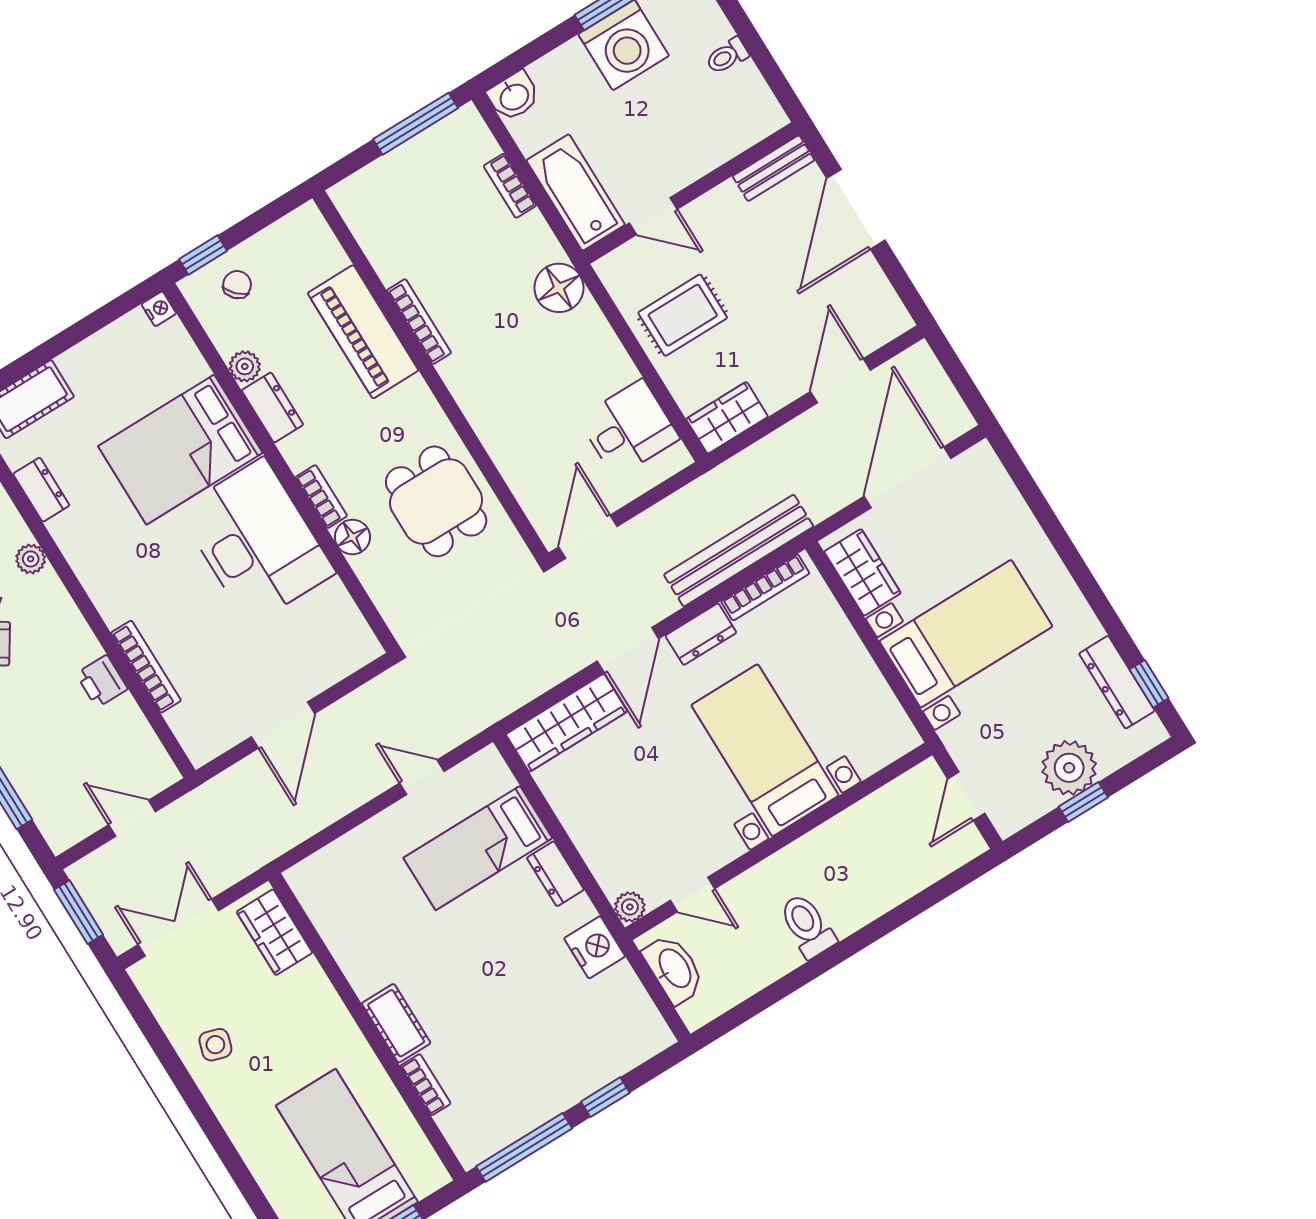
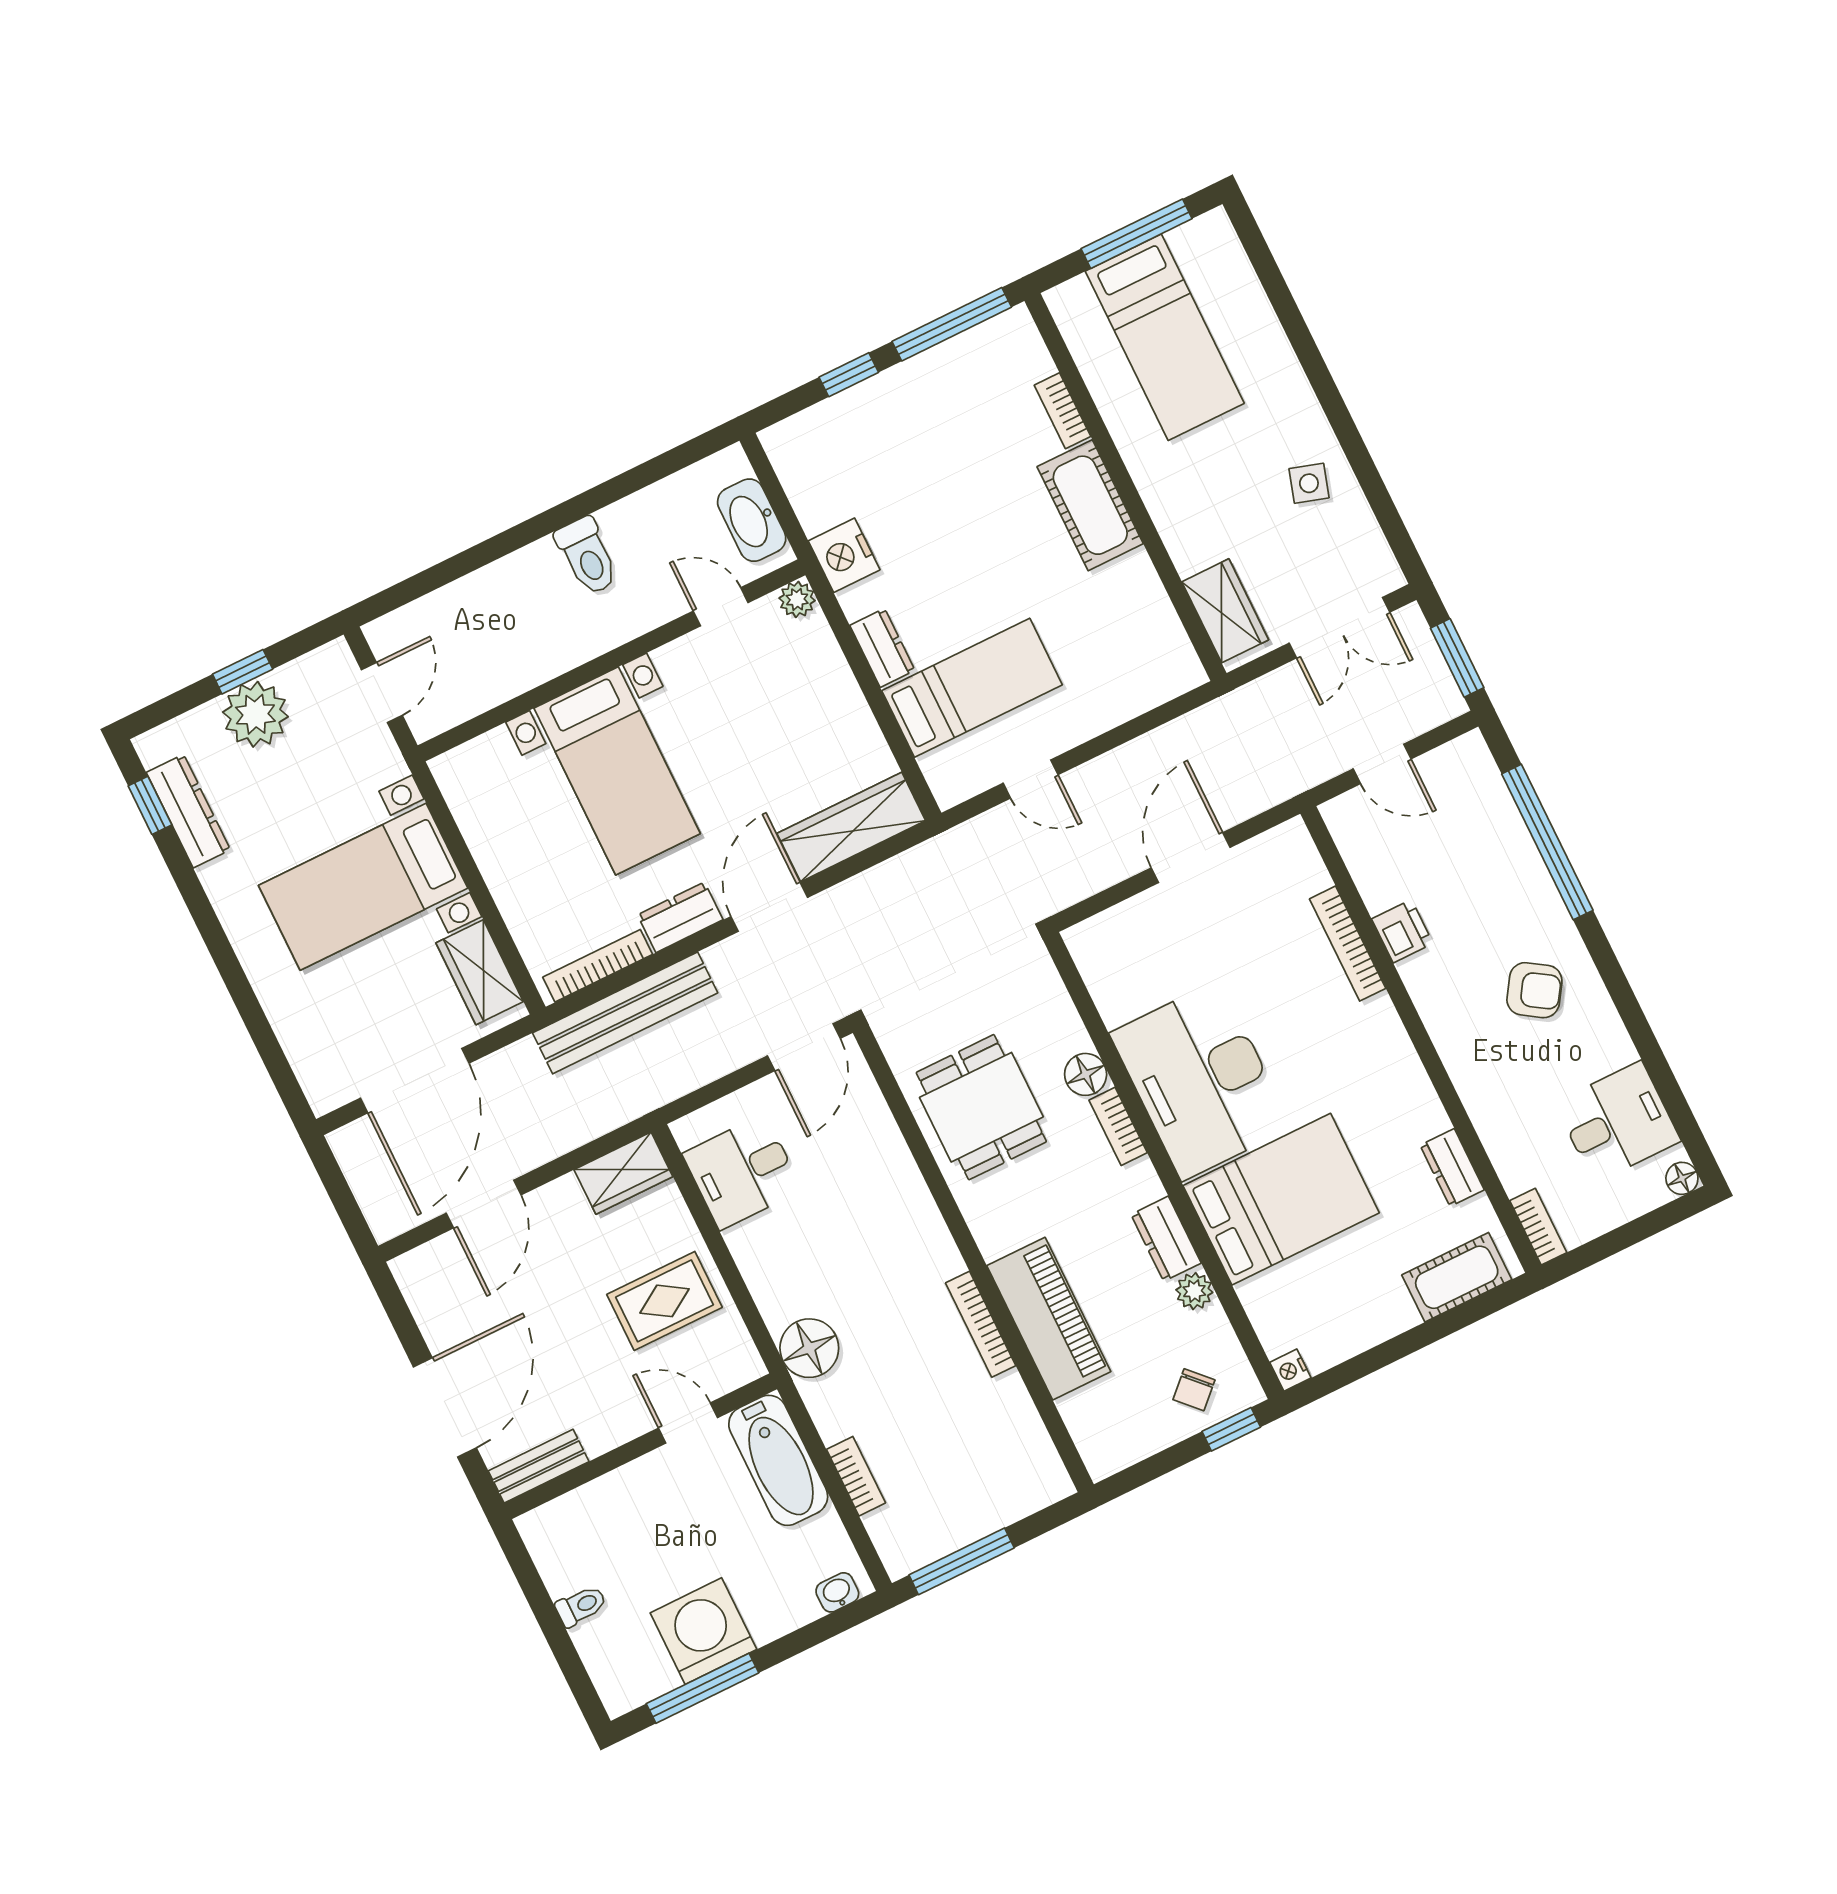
washbasin: (514, 96) -> (837, 1592), width x0.72, depth x0.69
plant: (31, 559) -> (1473, 1086), removed
cot: (396, 1023) -> (1090, 505), width x1.37, depth x1.34

